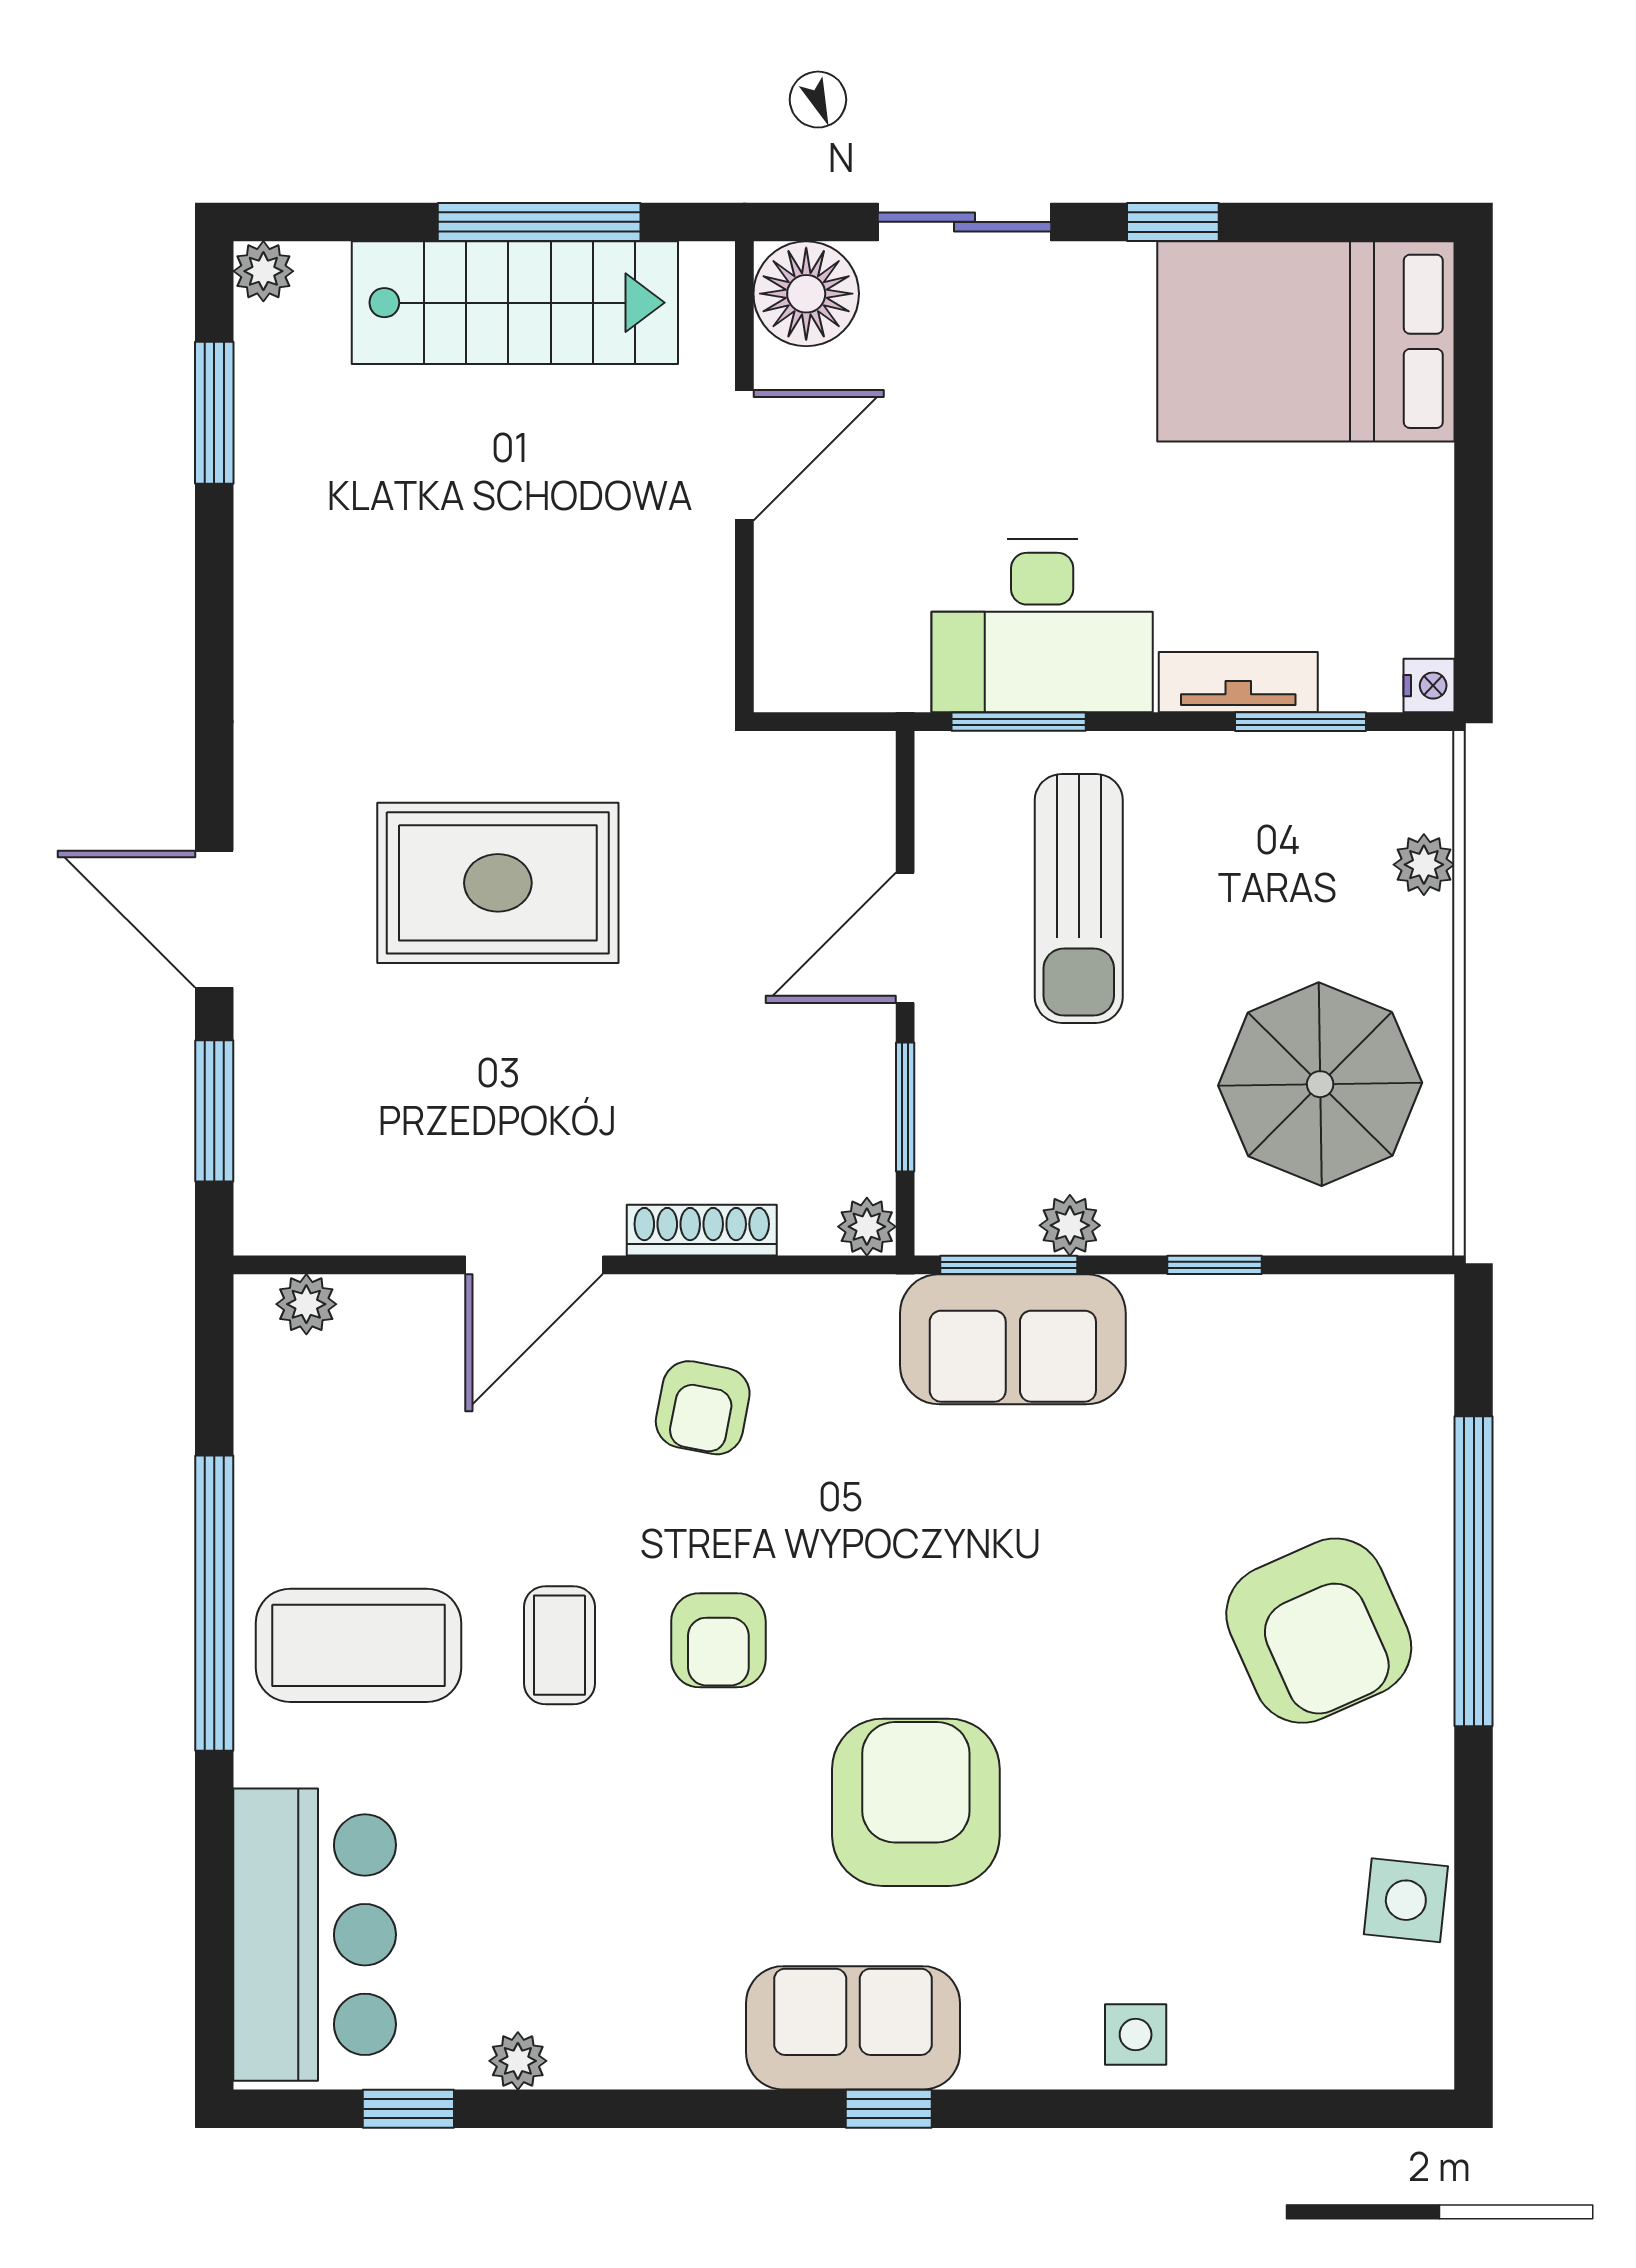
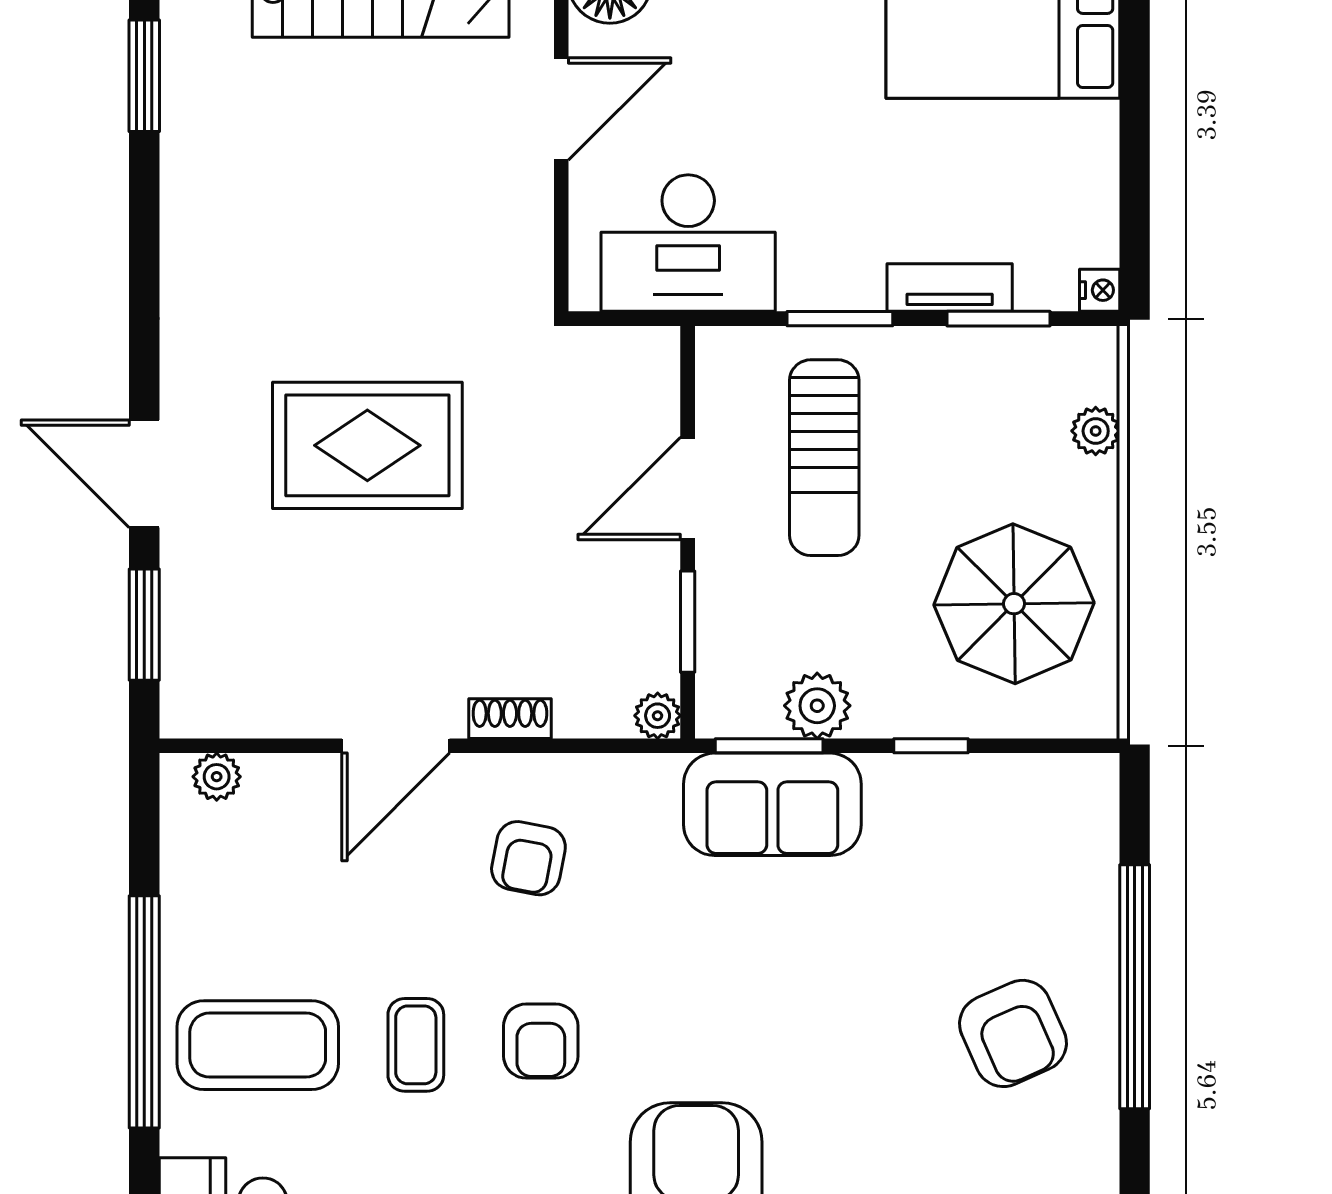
desk: (1042, 626) -> (688, 243), moved
window: (1019, 722) -> (840, 319), moved
plant: (1070, 1225) -> (817, 706), width x1.38, depth x1.38
shoe rack: (702, 1230) -> (510, 719), width x0.70
armchair: (1319, 1631) -> (1013, 1033), width x0.73, depth x0.73

